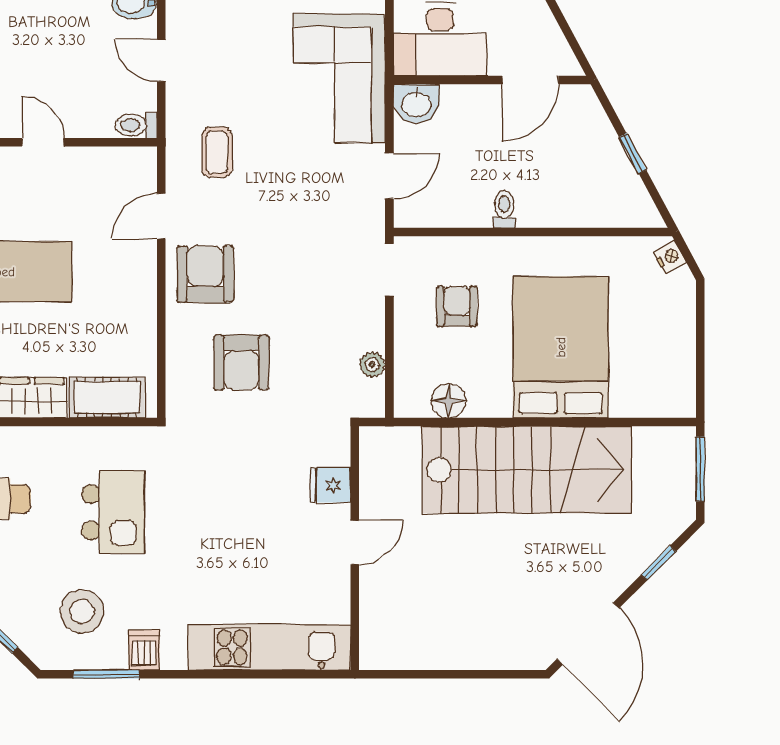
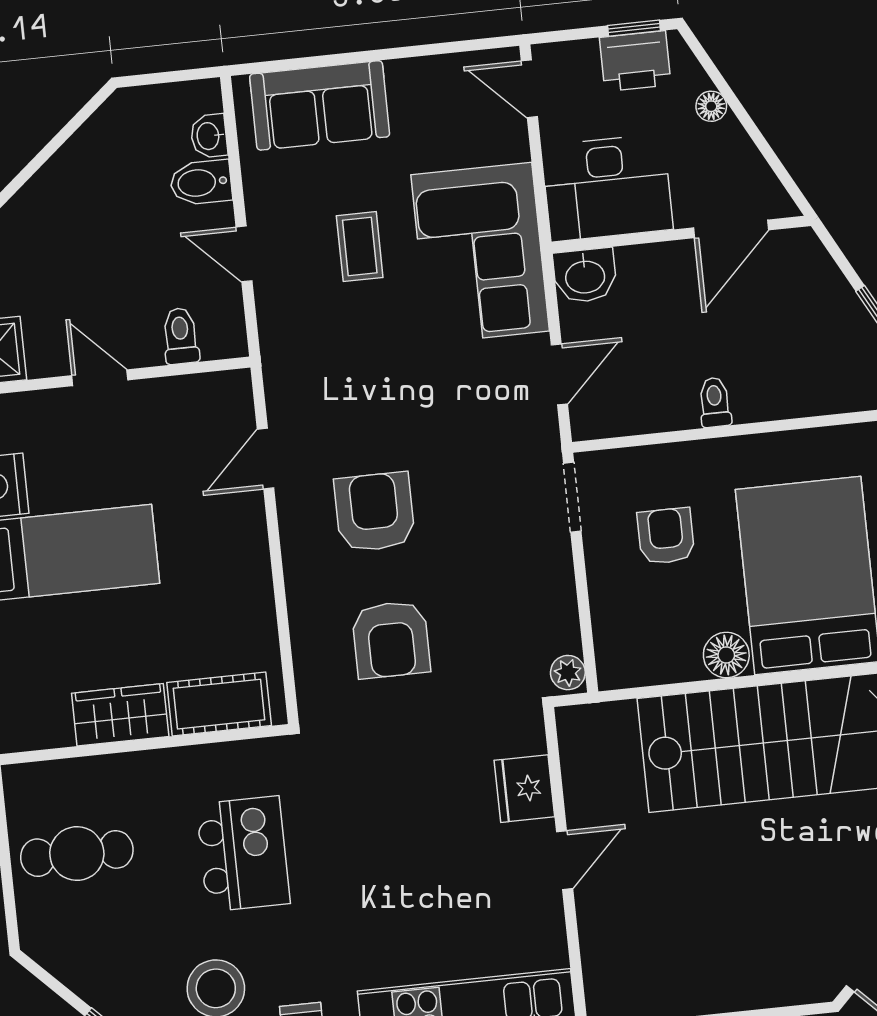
toilet: (136, 125) -> (181, 336), moved, turned 90
coffee table: (217, 152) -> (360, 247), moved
armchair: (205, 274) -> (375, 512), moved
plant: (372, 365) -> (568, 673), moved
floor lamp: (449, 401) -> (726, 655), moved
fridge: (330, 485) -> (524, 789), width x1.38

